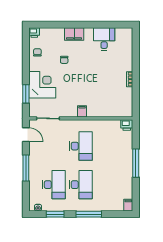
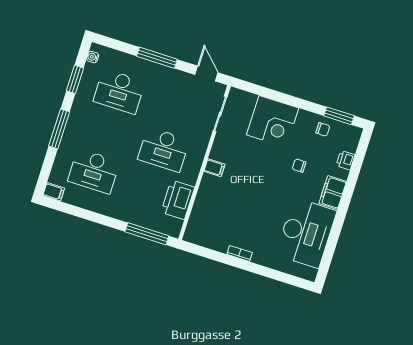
printer: (34, 32) -> (346, 160), moved
desk: (104, 39) -> (306, 233), width x1.87, depth x1.30
window: (26, 94) -> (339, 116), moved
printer: (127, 125) -> (178, 200), moved, width x1.87, depth x1.48
door: (26, 135) -> (206, 74), swing flipped
window: (136, 163) -> (147, 234), moved
desk: (81, 185) -> (94, 171), moved

